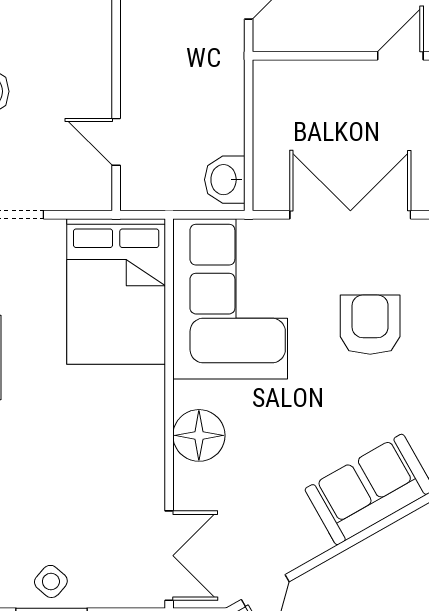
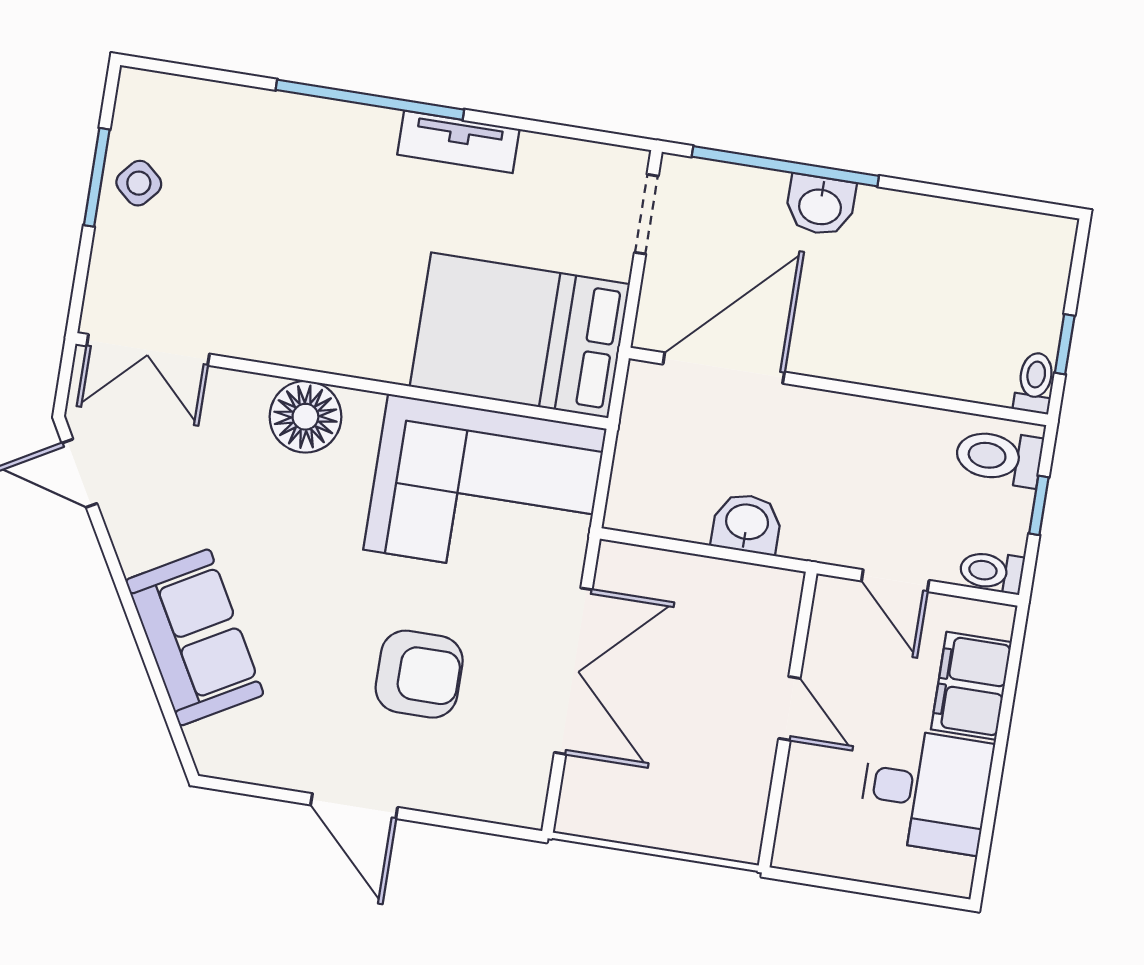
door: (400, 56) -> (789, 708), moved
door: (116, 142) -> (724, 368), width x1.88
washbasin: (225, 180) -> (747, 523), moved

